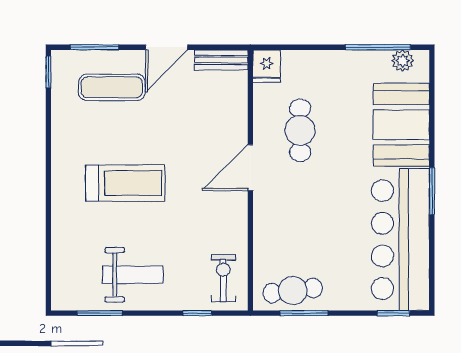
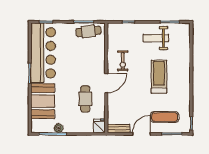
plant: (403, 61) -> (59, 128), moved
treadmill: (125, 183) -> (159, 77), turned 90
exercise bike: (223, 278) -> (123, 61), moved

